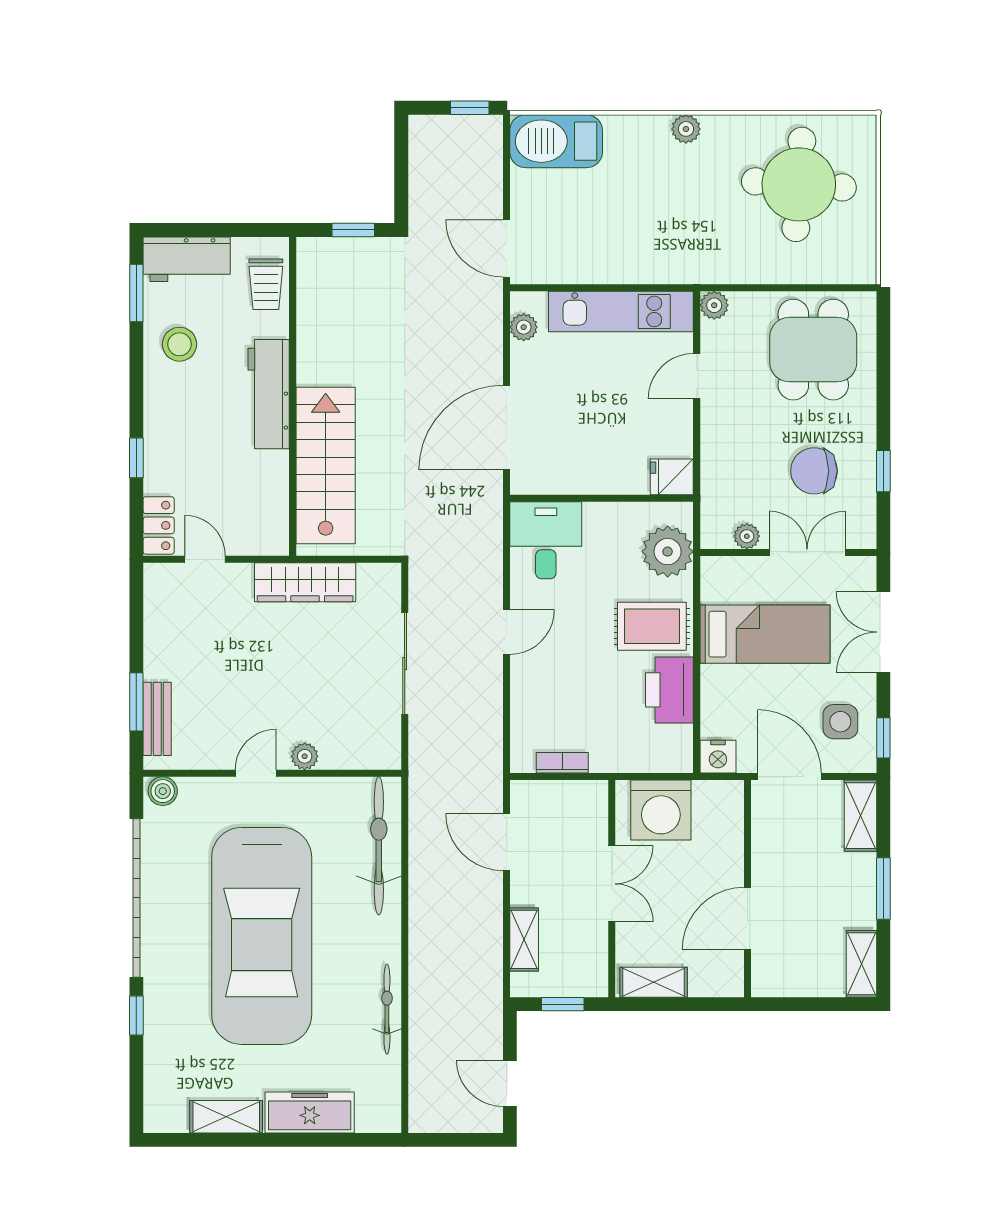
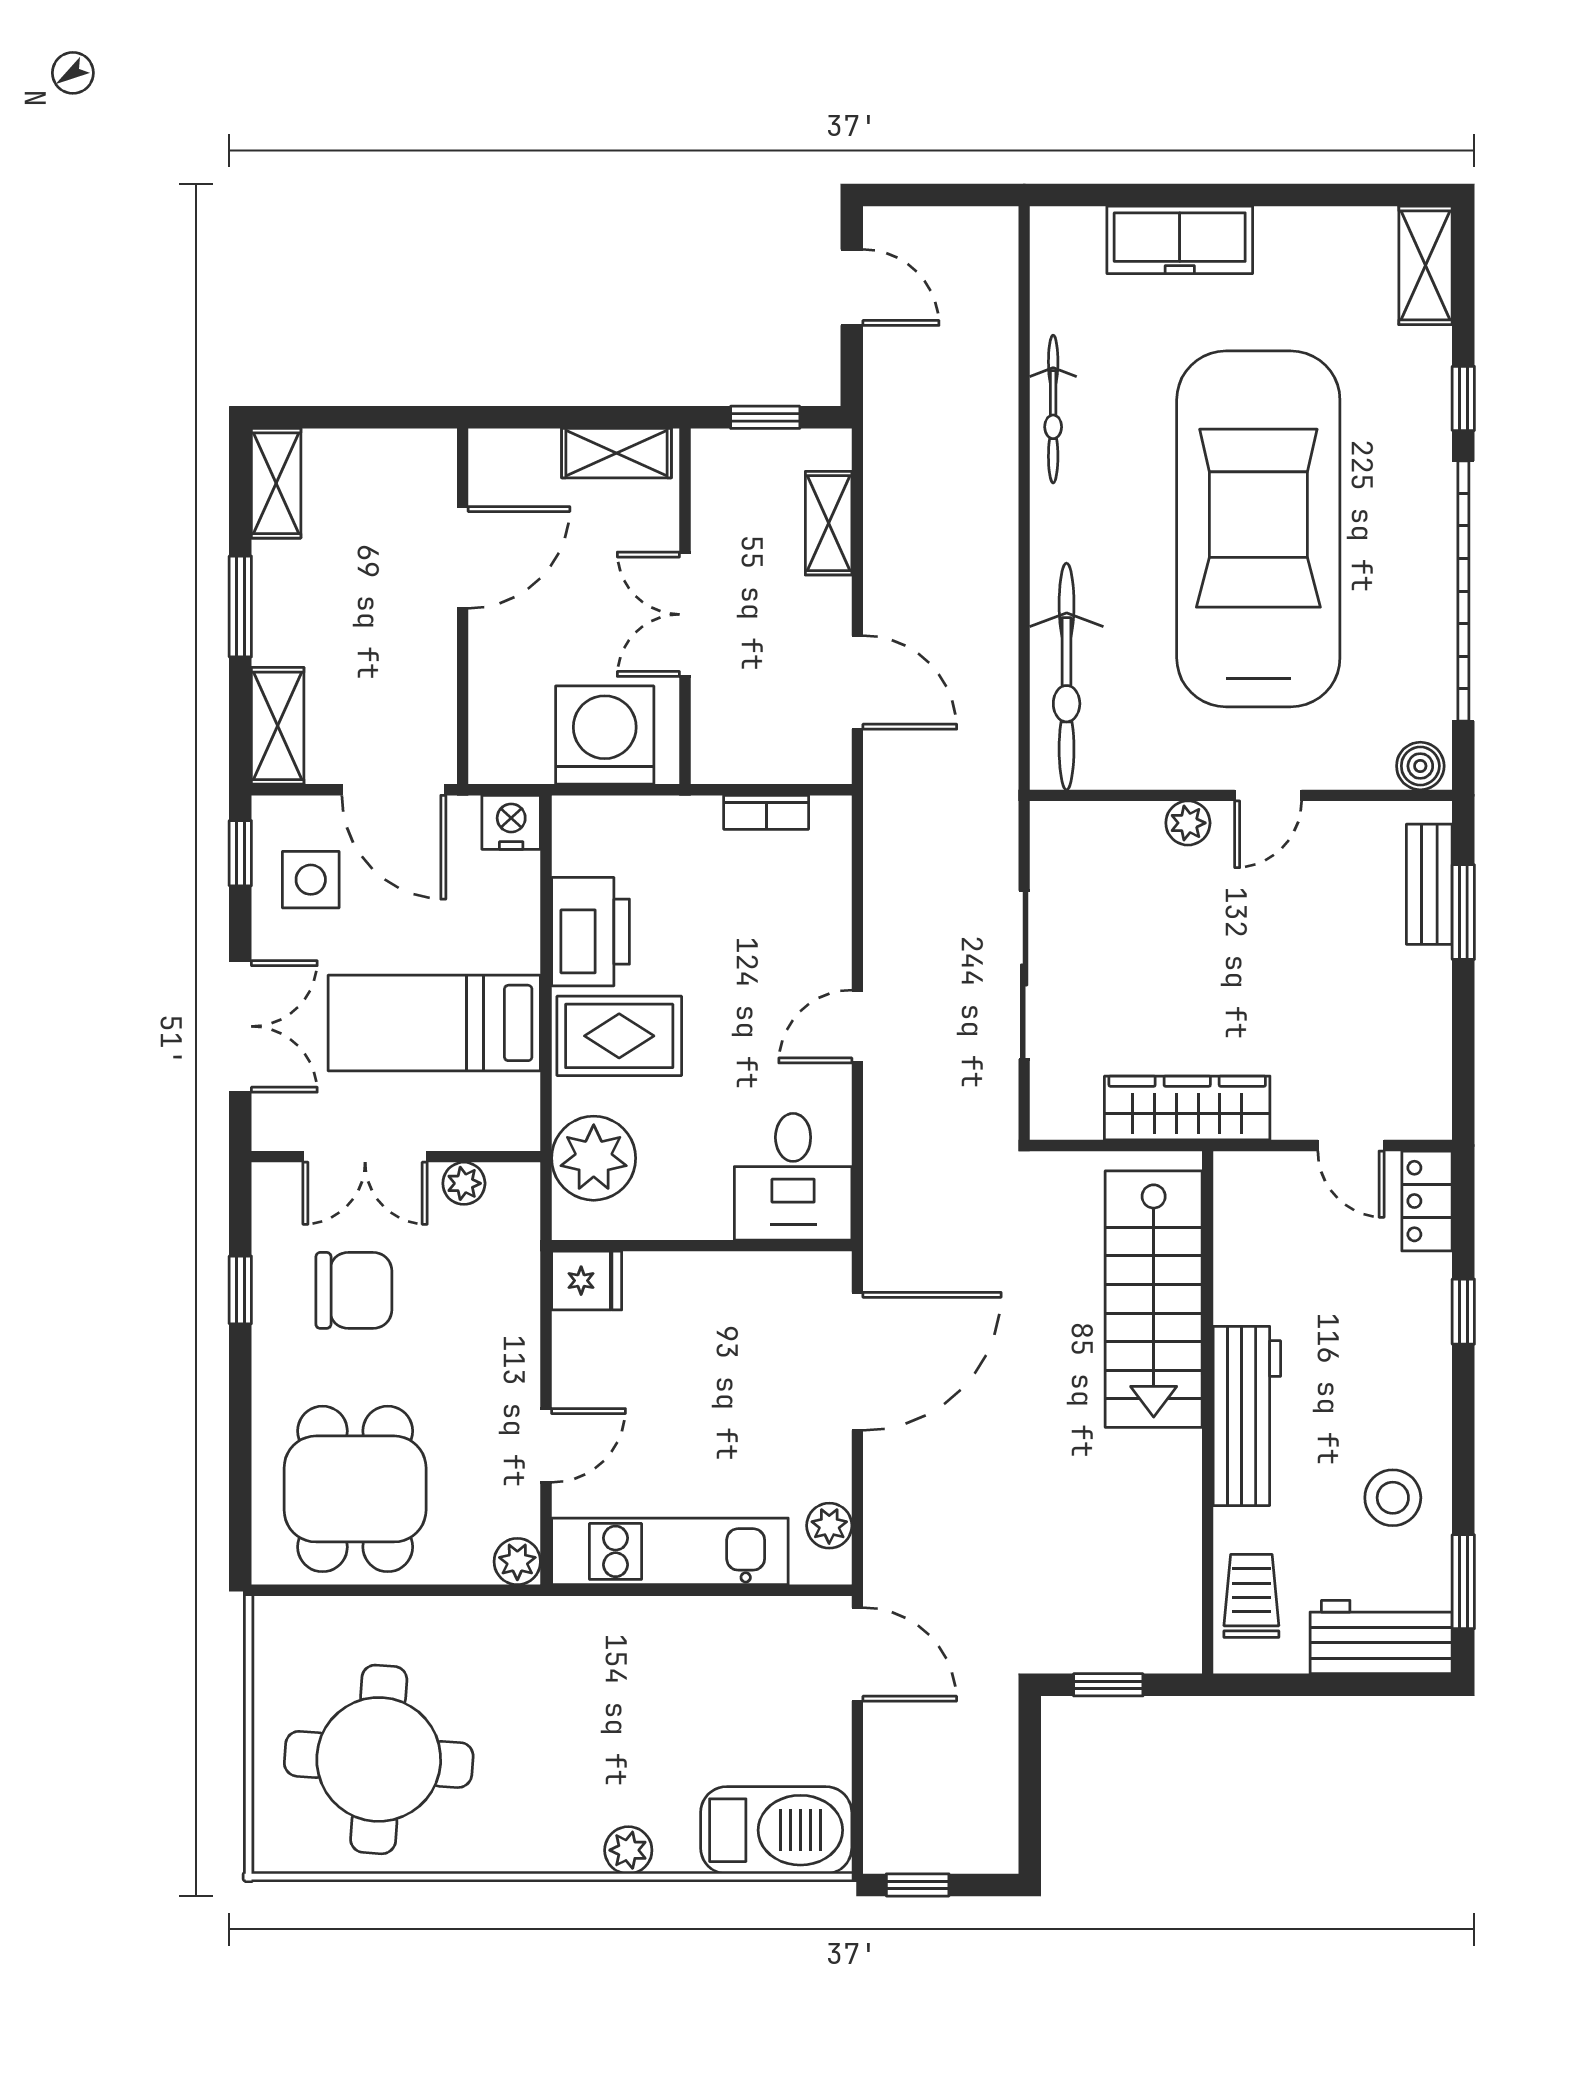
plant: (686, 129) -> (628, 1850), moved
shelving: (226, 1117) -> (1426, 265), moved, turned 90

